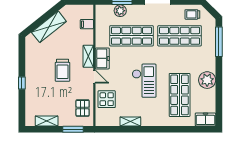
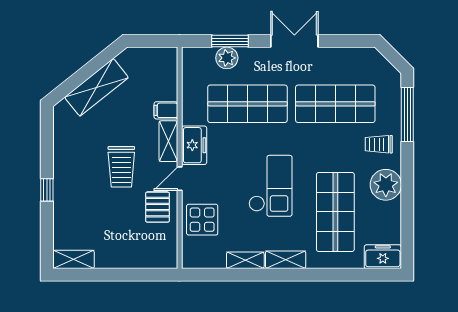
trolley: (192, 14) -> (379, 144), moved
filing cabinet: (87, 24) -> (166, 110), moved
door: (94, 77) -> (180, 179), swing flipped
pallet: (83, 108) -> (157, 207), moved
shelving: (47, 121) -> (73, 259), moved
shelving: (152, 121) -> (286, 260), added
window: (73, 129) -> (140, 275), removed

